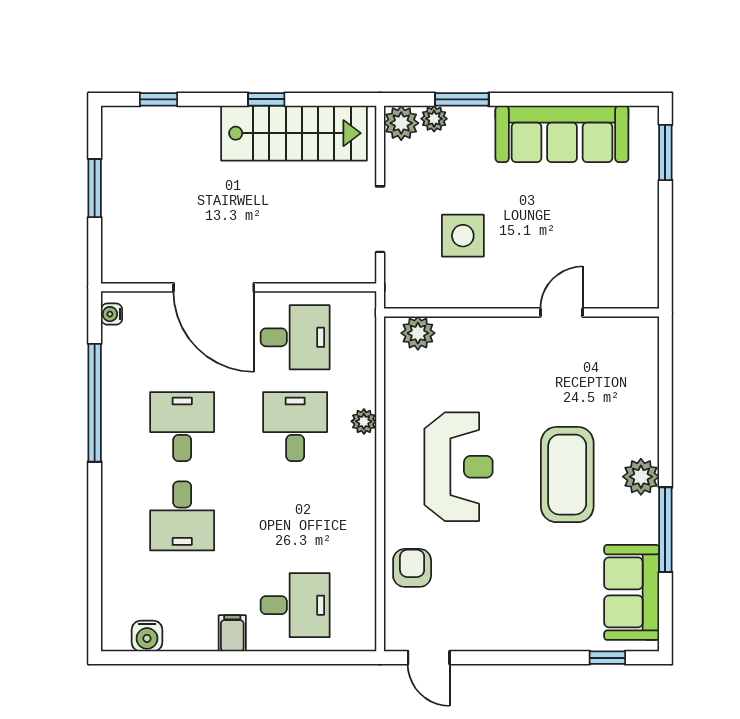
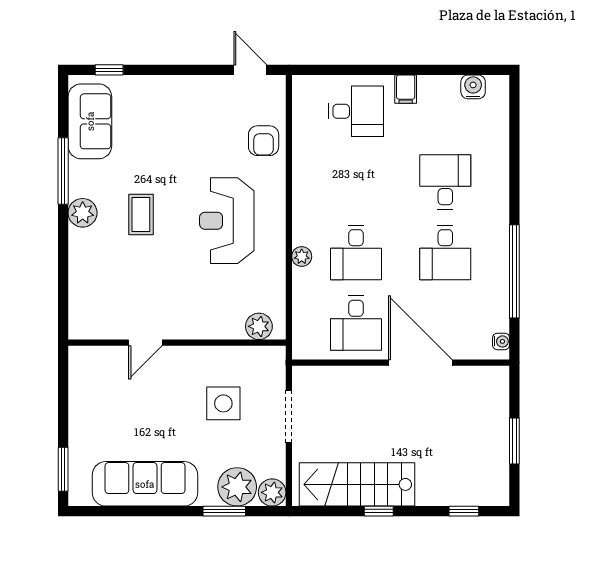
plant: (434, 119) -> (237, 487), width x1.88, depth x1.88
desk: (295, 337) -> (356, 323), turned -90
coffee table: (567, 475) -> (141, 215), width x0.54, depth x0.58
desk: (295, 605) -> (356, 111), turned 180

